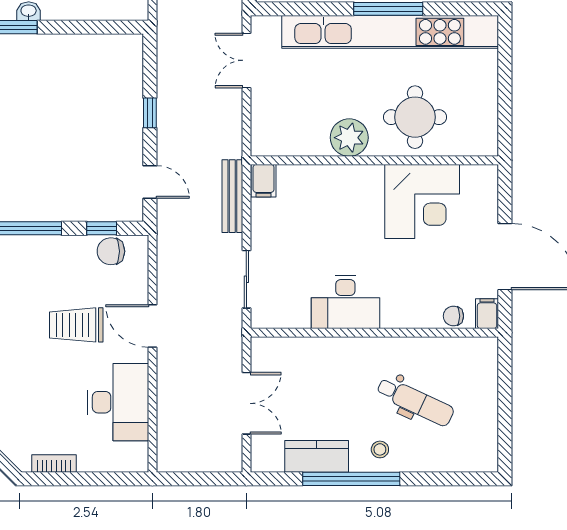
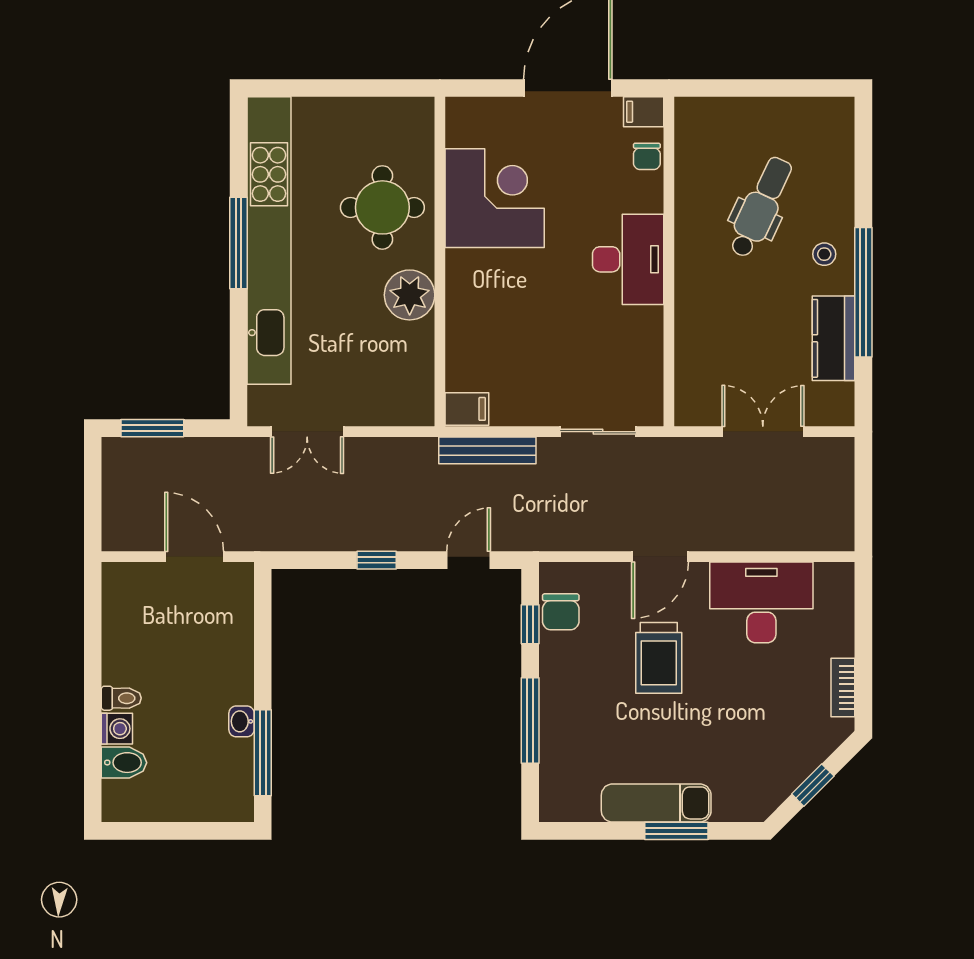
desk: (345, 302) -> (628, 259), moved

